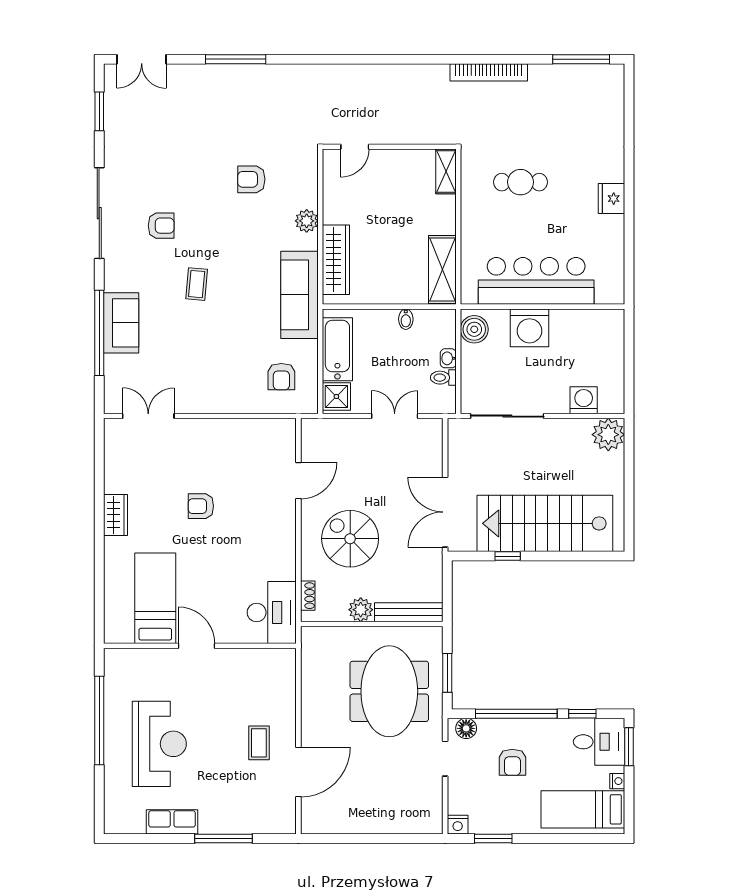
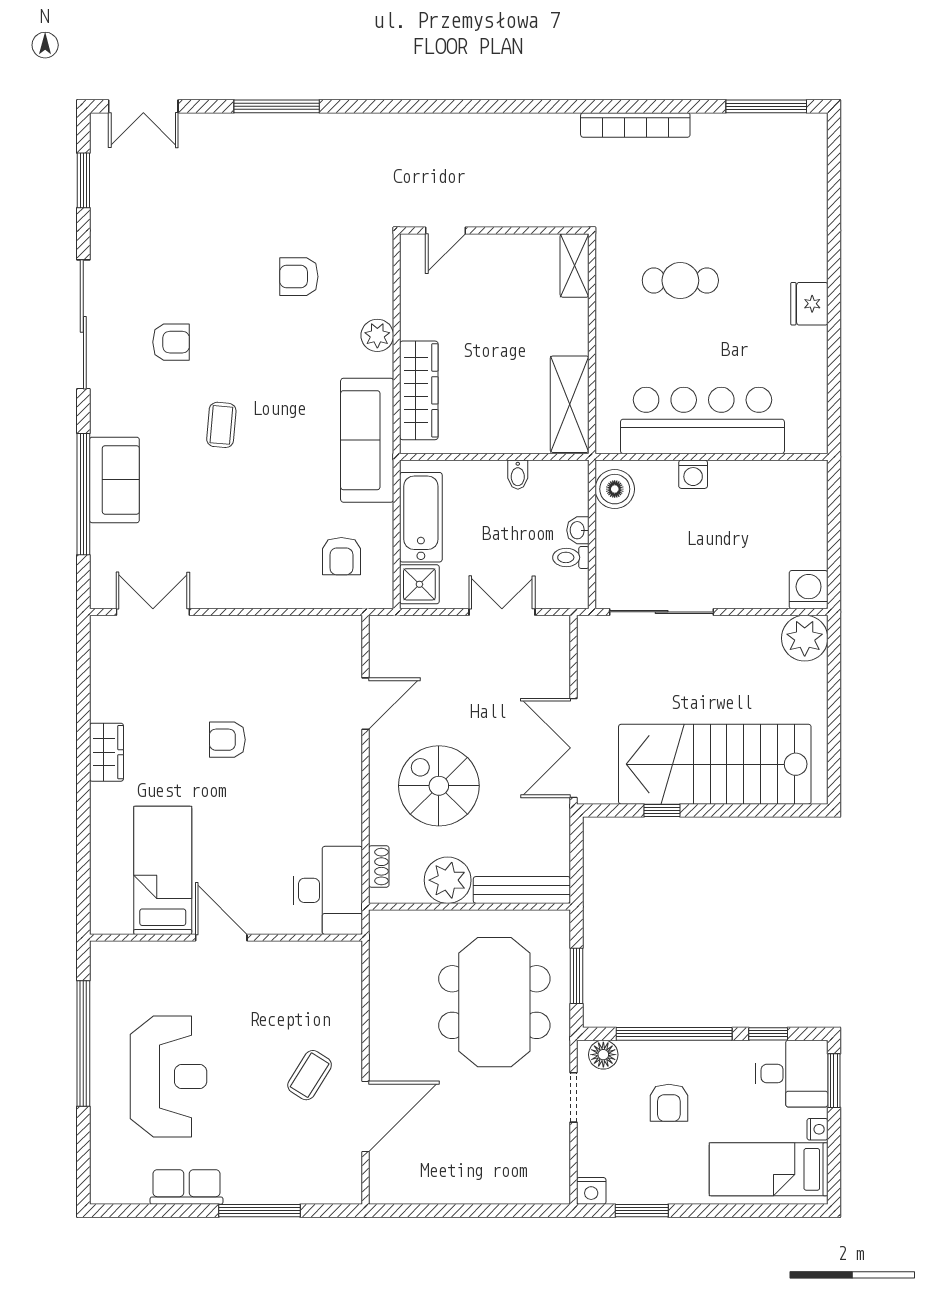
washing machine: (530, 328) -> (693, 474), width x0.53, depth x0.53
washing machine: (584, 400) -> (809, 590), moved
plant: (361, 610) -> (448, 880), width x1.36, depth x1.36
coffee table: (259, 743) -> (310, 1075), turned 32

